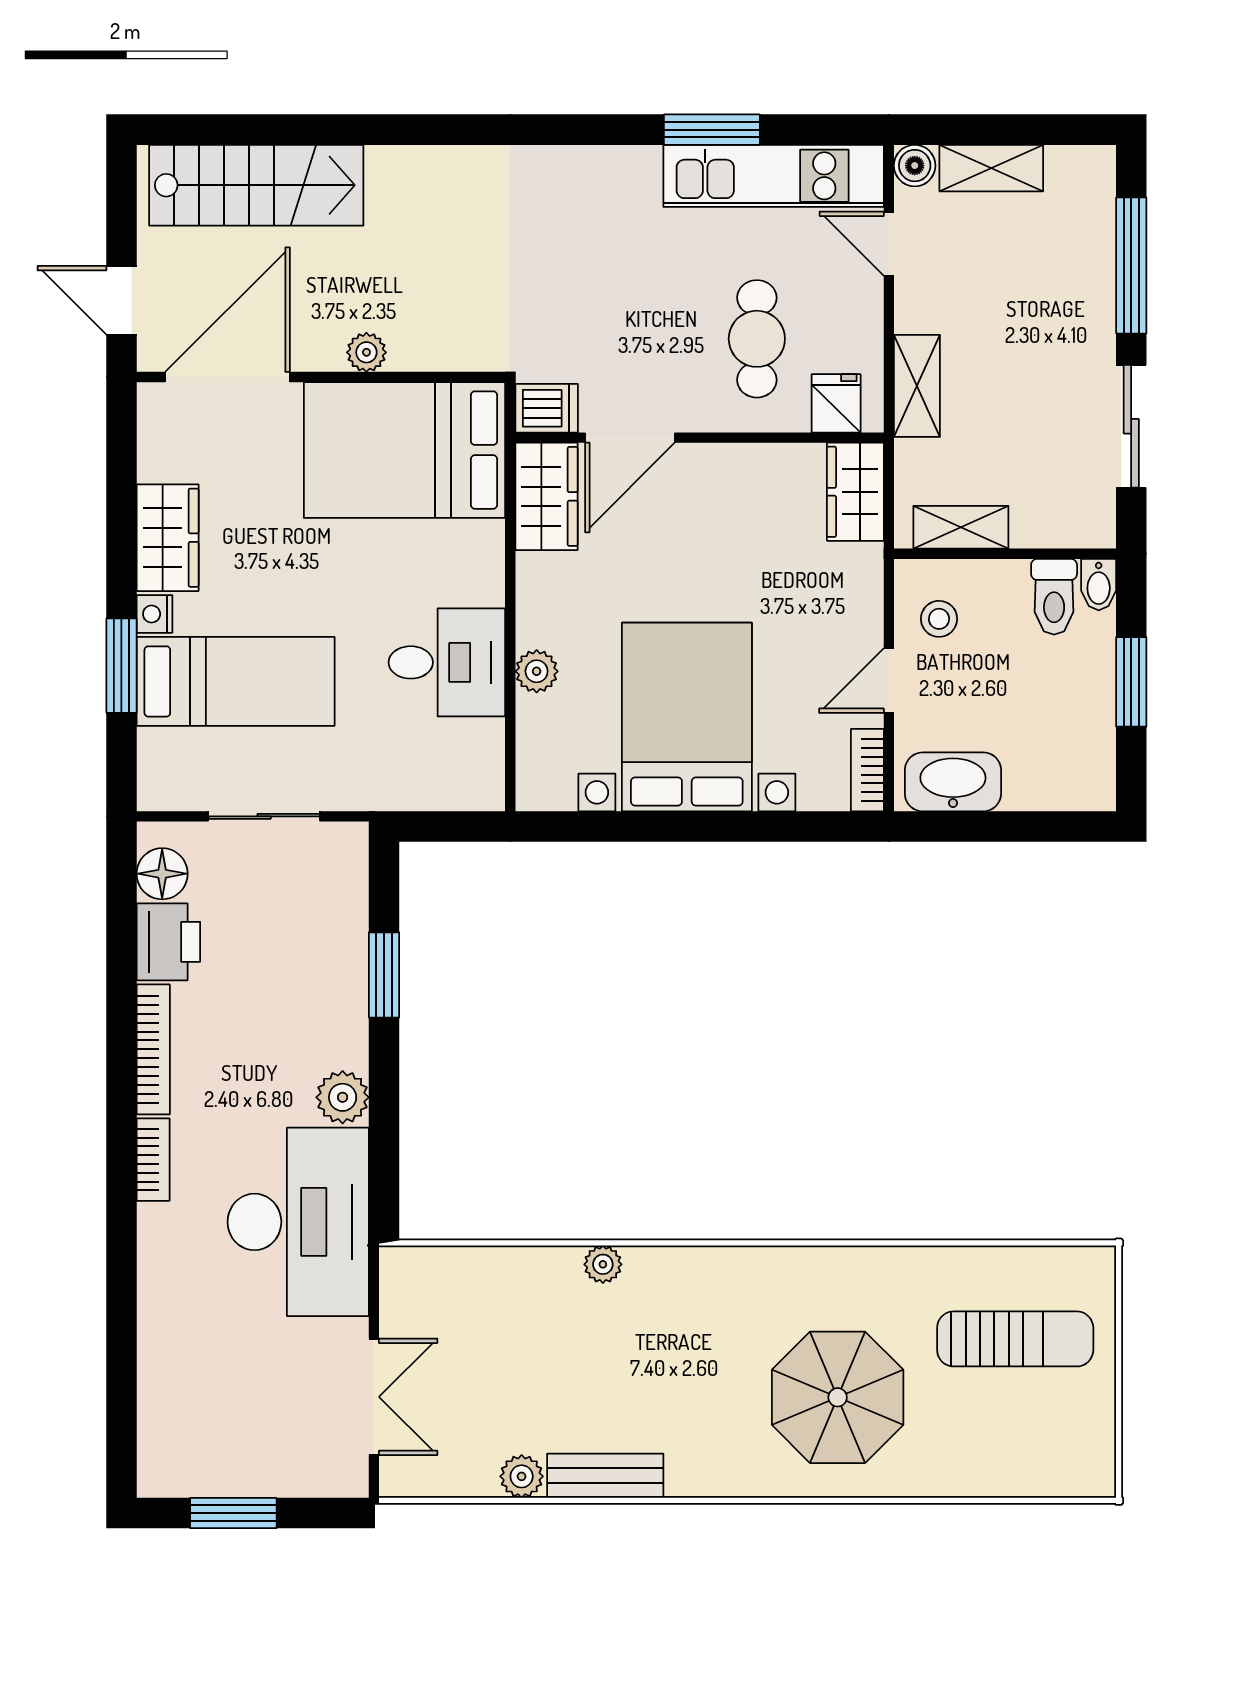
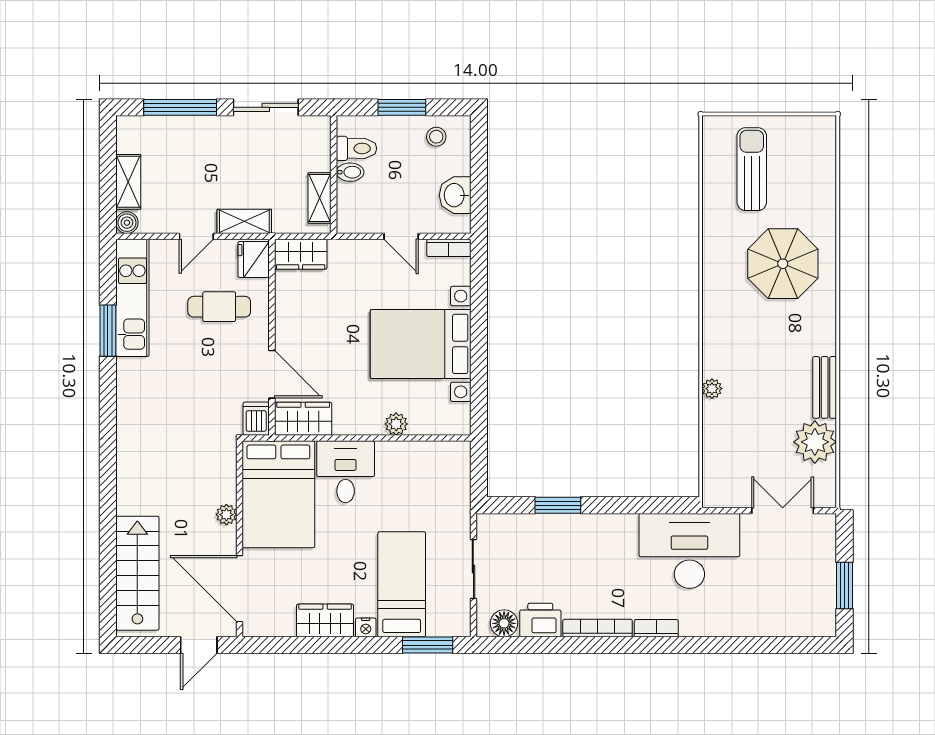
door: (889, 244) -> (196, 236), moved
fridge: (836, 403) -> (254, 259), width x1.38
bidet: (1099, 585) -> (350, 172), moved
stool: (939, 619) -> (436, 137), moved
desk: (447, 662) -> (346, 472), moved
window: (121, 666) -> (428, 645), moved
washbasin: (953, 782) -> (455, 195), width x0.72
plant: (343, 1097) -> (623, 527), removed
plant: (522, 1476) -> (815, 442), width x1.88, depth x1.88

